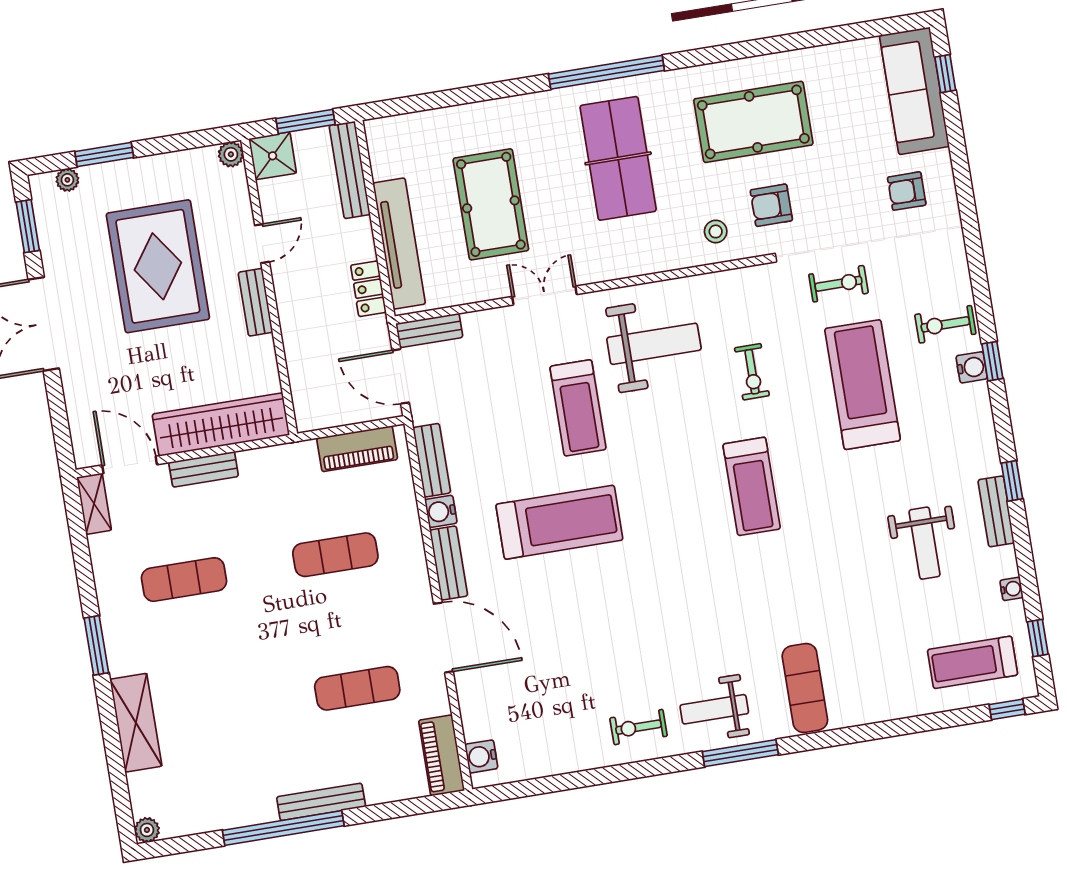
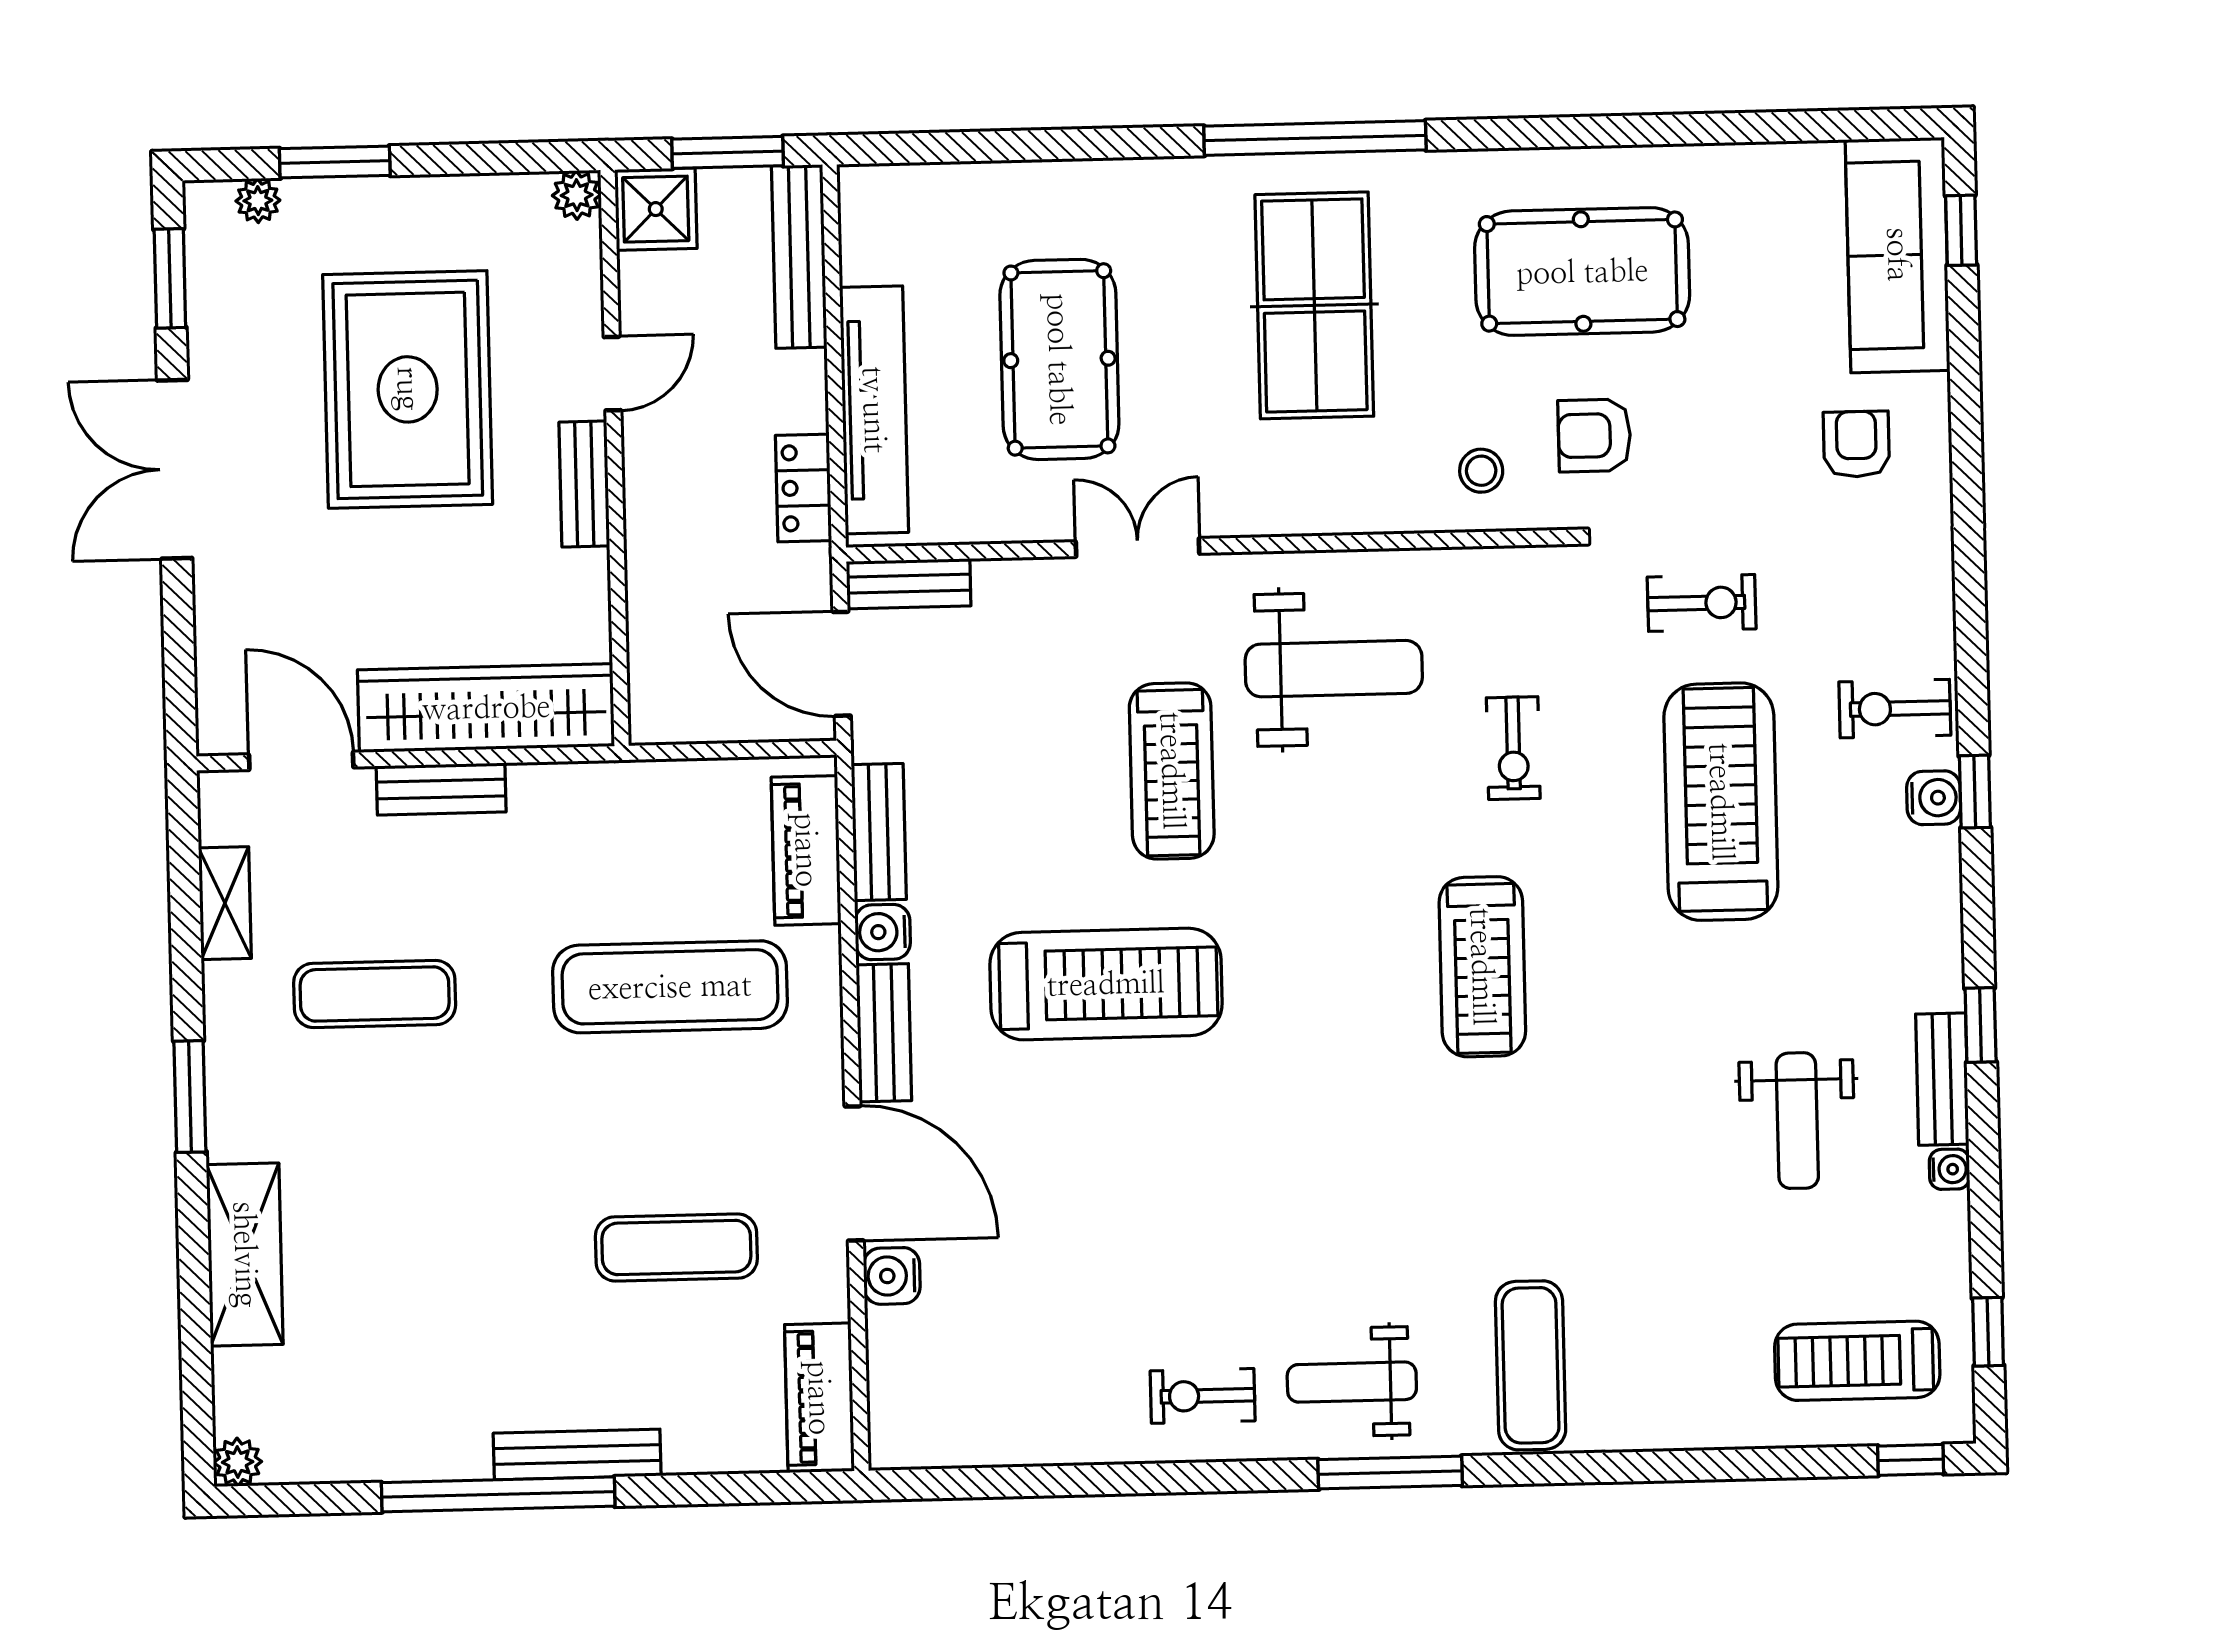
armchair: (907, 191) -> (1856, 444), turned 90
piano: (357, 449) -> (806, 850), moved, turned 90
shelving: (94, 504) -> (225, 903), moved
exercise mat: (335, 555) -> (670, 987), width x1.36, depth x1.45
water cooler: (1011, 589) -> (1949, 1169), moved
water cooler: (481, 756) -> (892, 1276), moved

